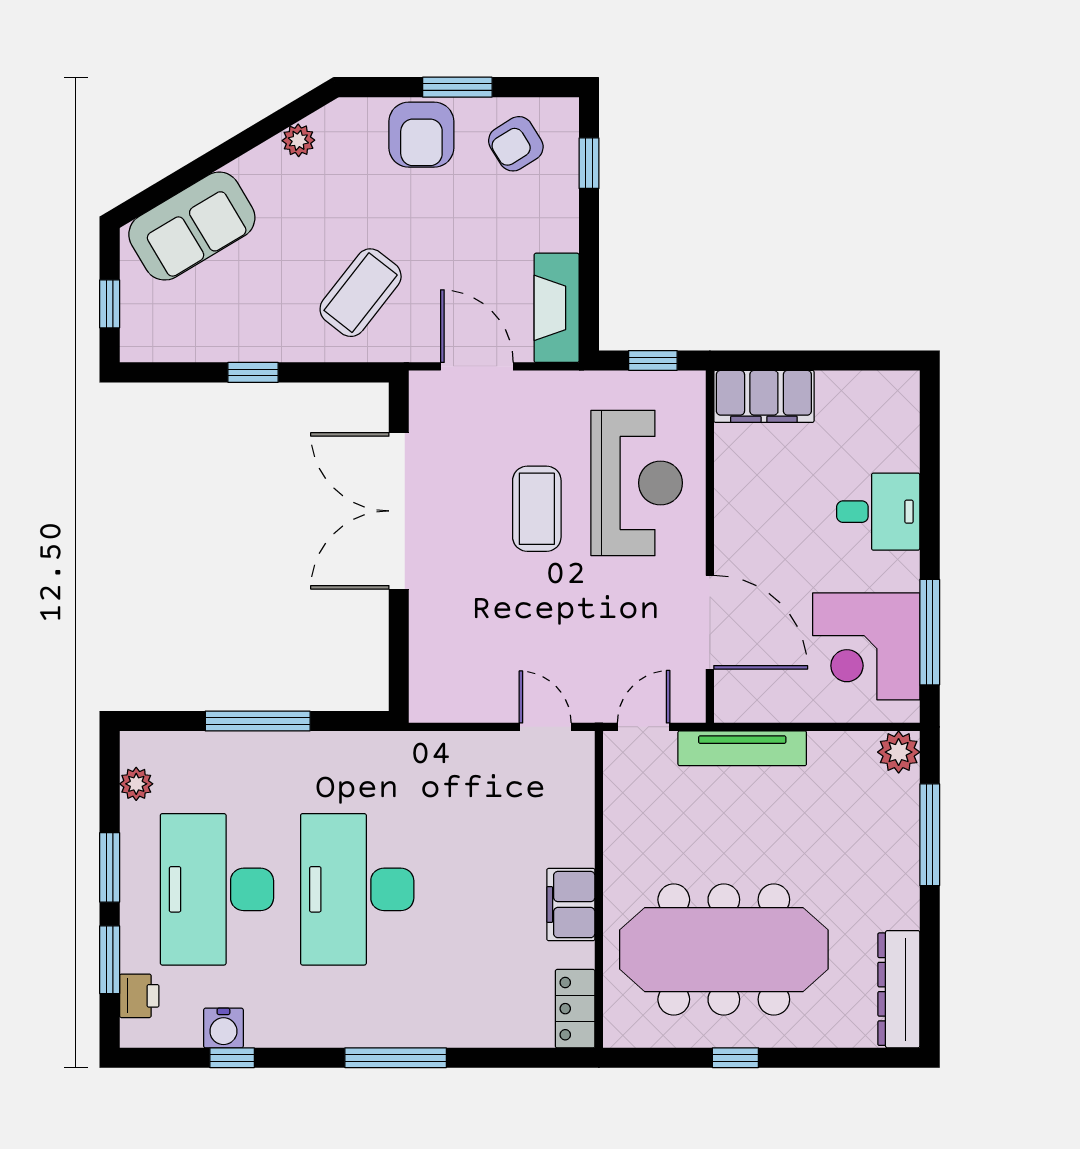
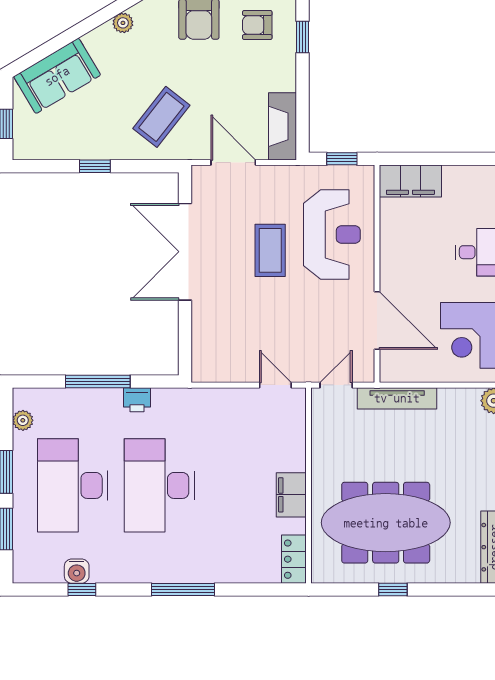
armchair: (516, 144) -> (257, 25), turned 32
printer: (139, 996) -> (137, 400), moved, turned 90

